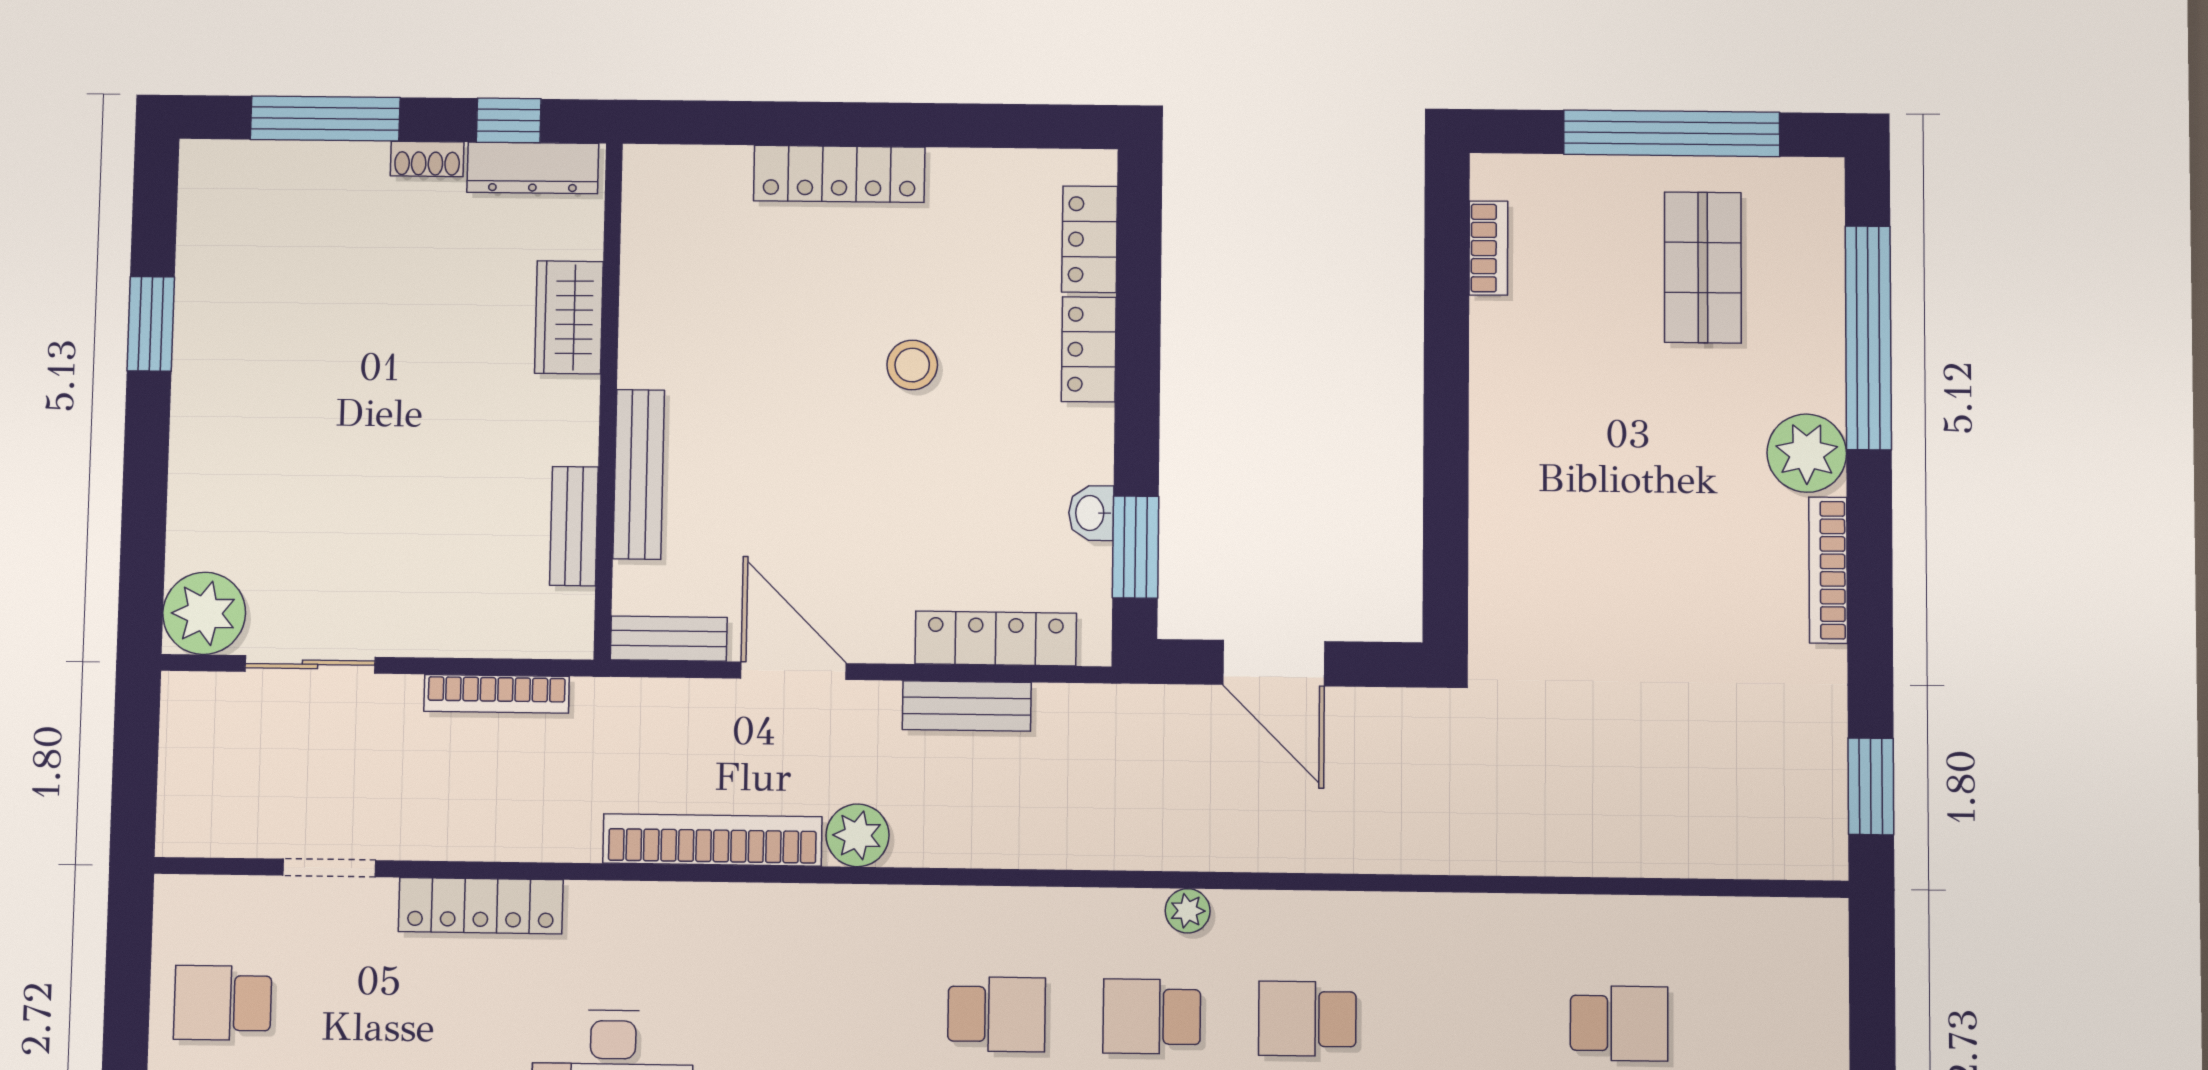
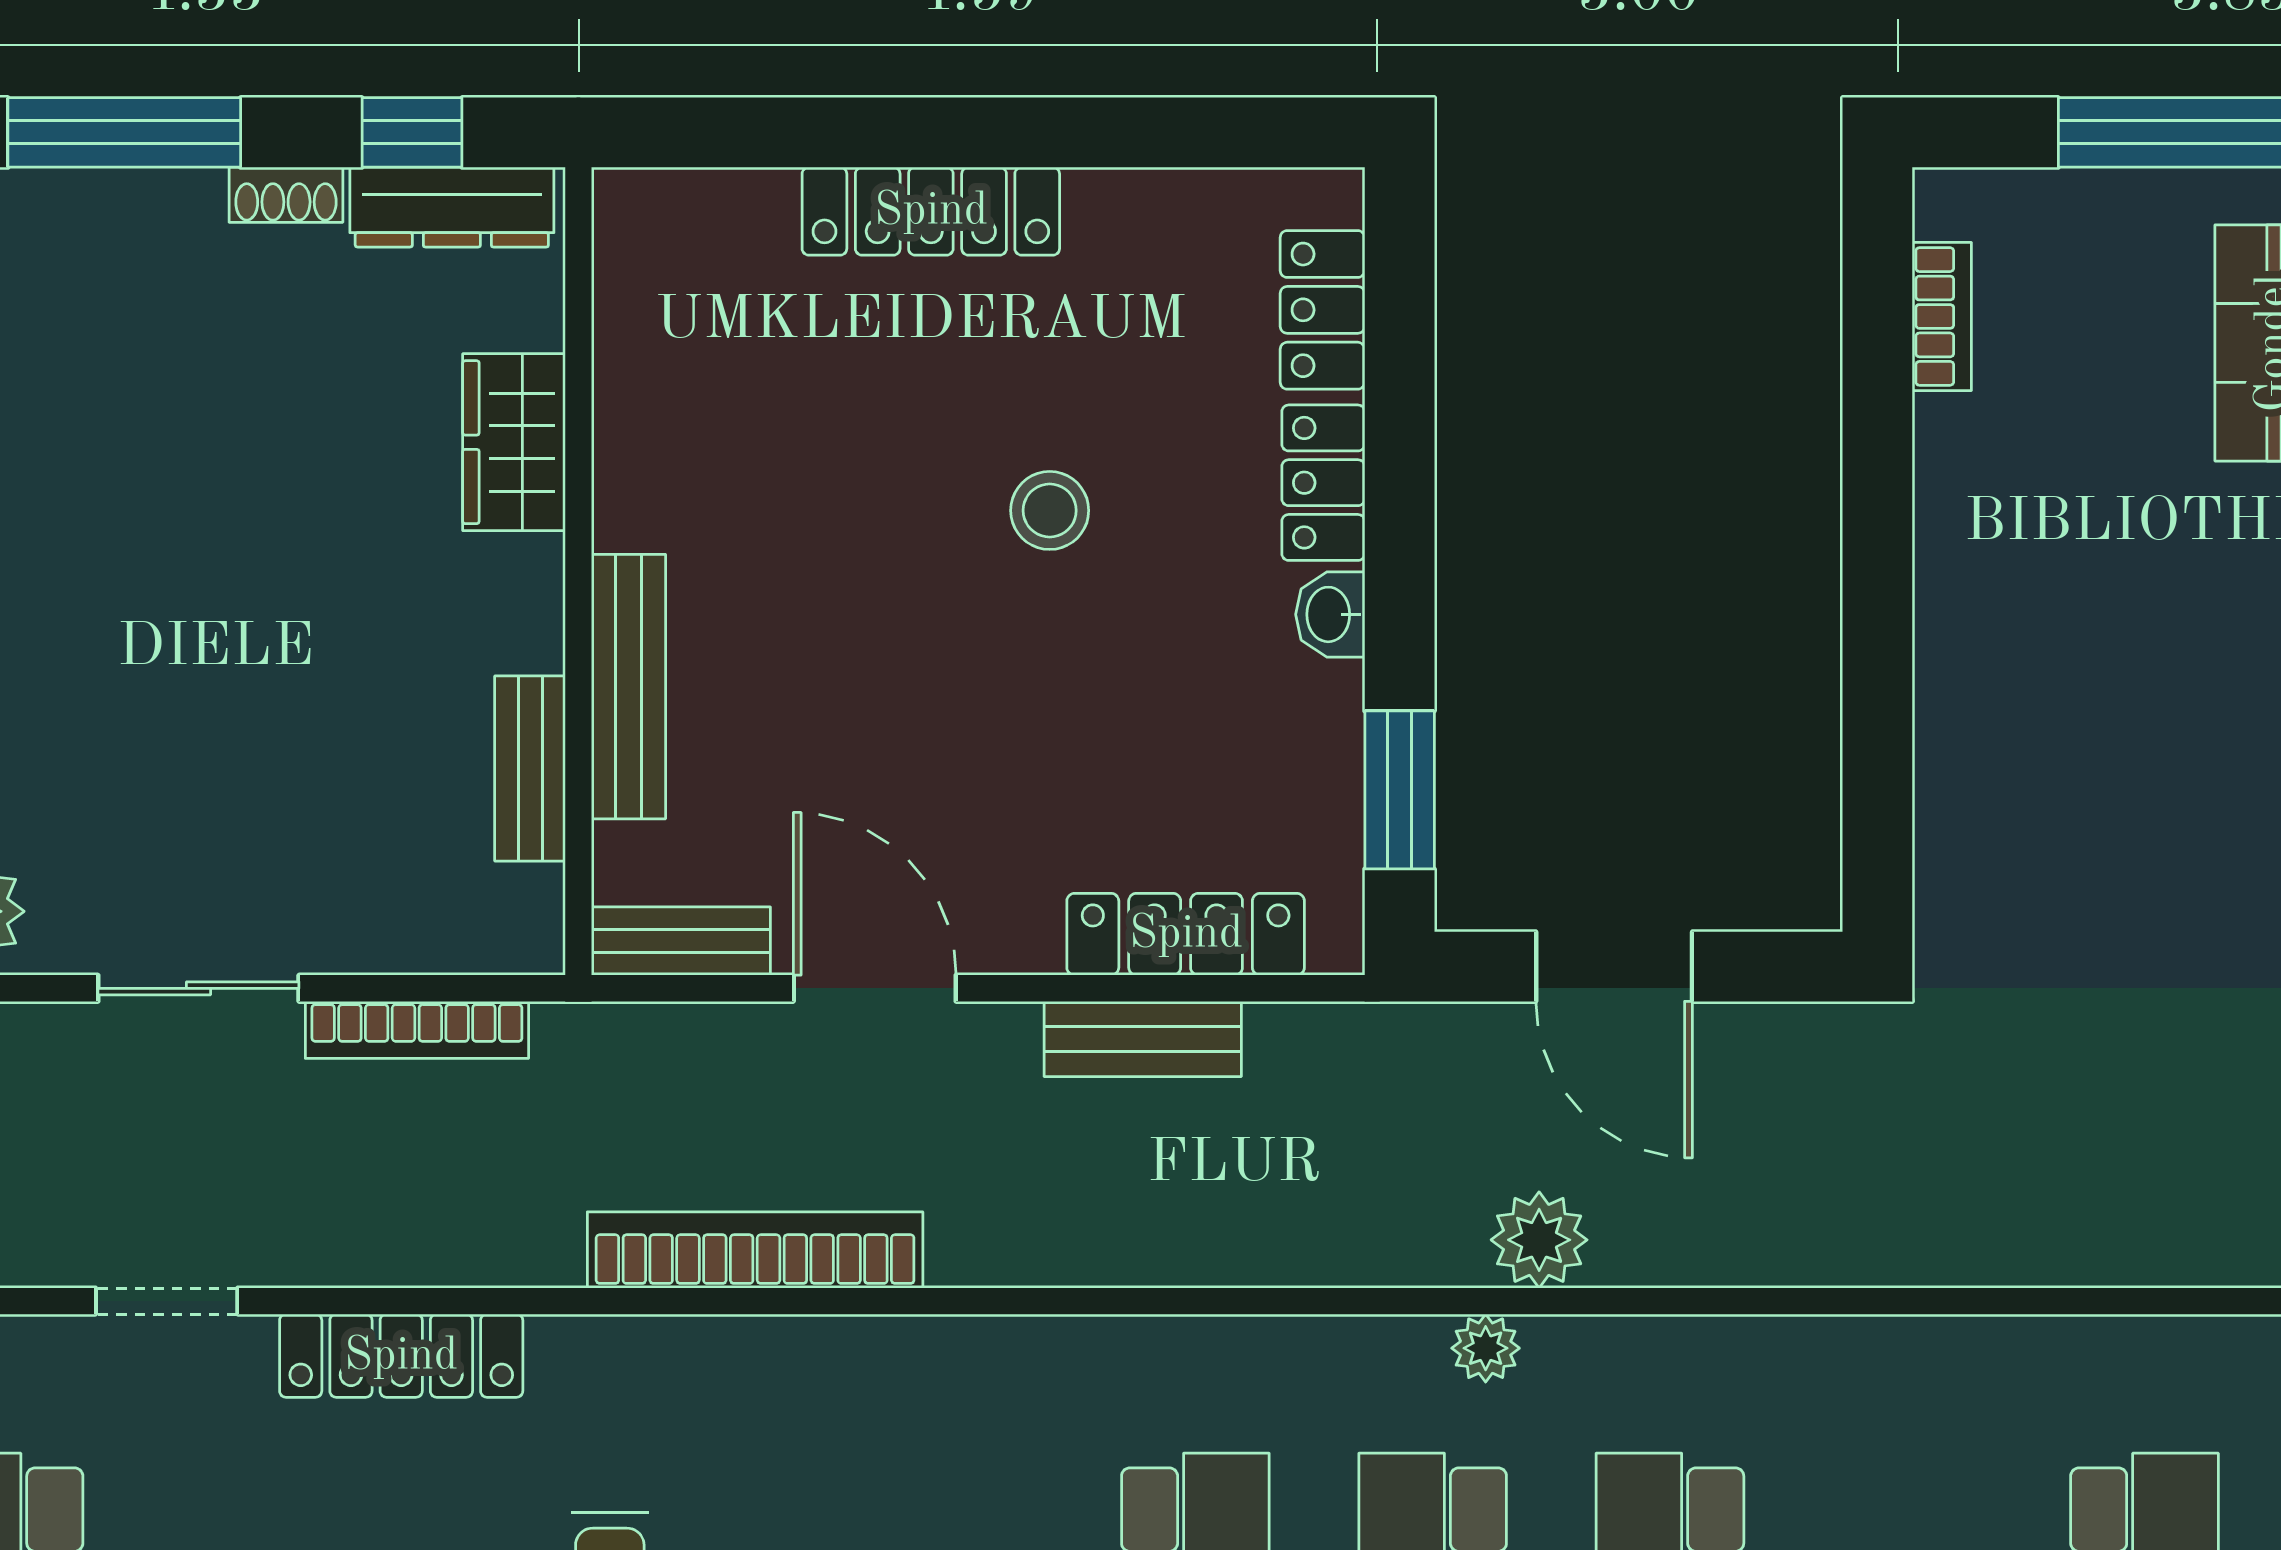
washbasin: (1091, 513) -> (1330, 614), moved
sliding door: (310, 664) -> (198, 988), moved
plant: (858, 835) -> (1539, 1240), moved

